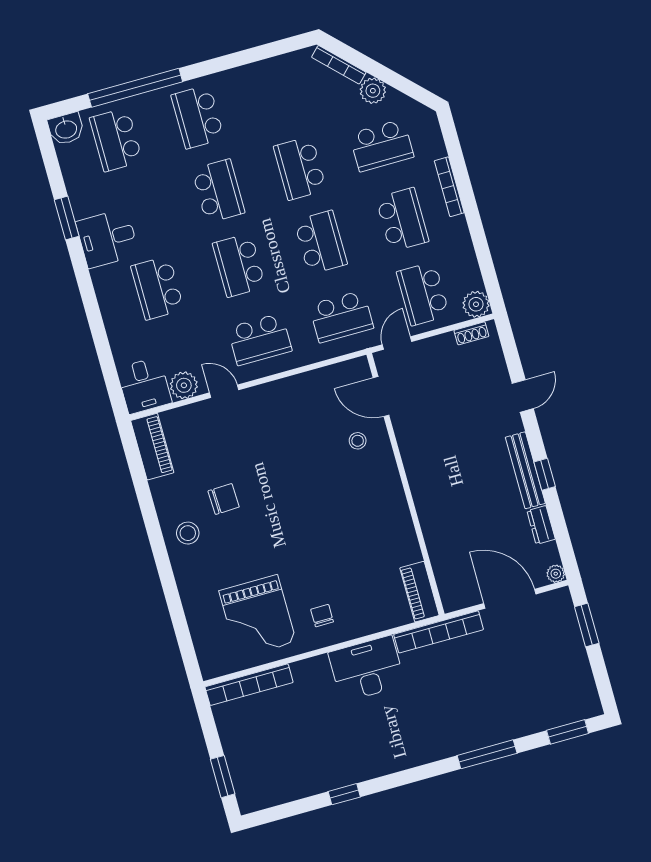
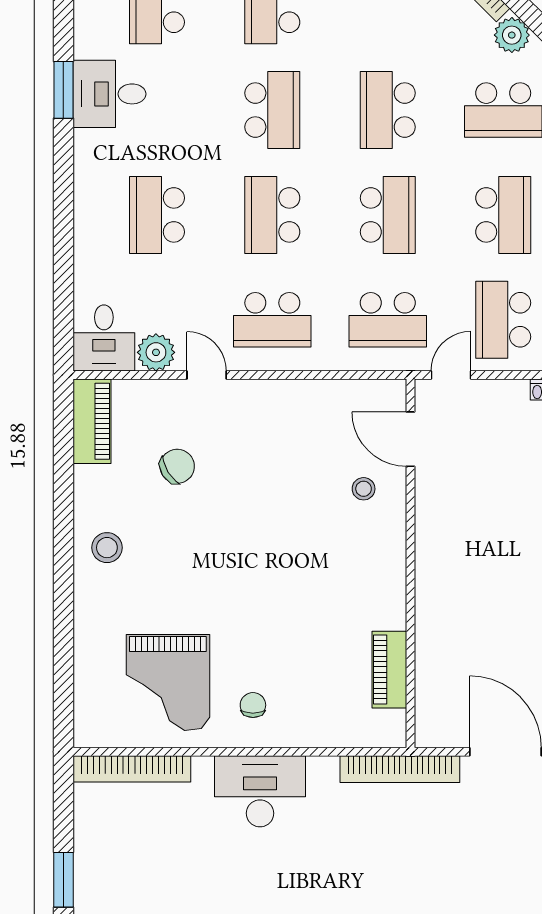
desk: (107, 238) -> (109, 94), moved
chair: (224, 499) -> (177, 466), moved, turned -30
piano: (419, 592) -> (389, 670), moved
desk: (367, 669) -> (260, 791), moved

